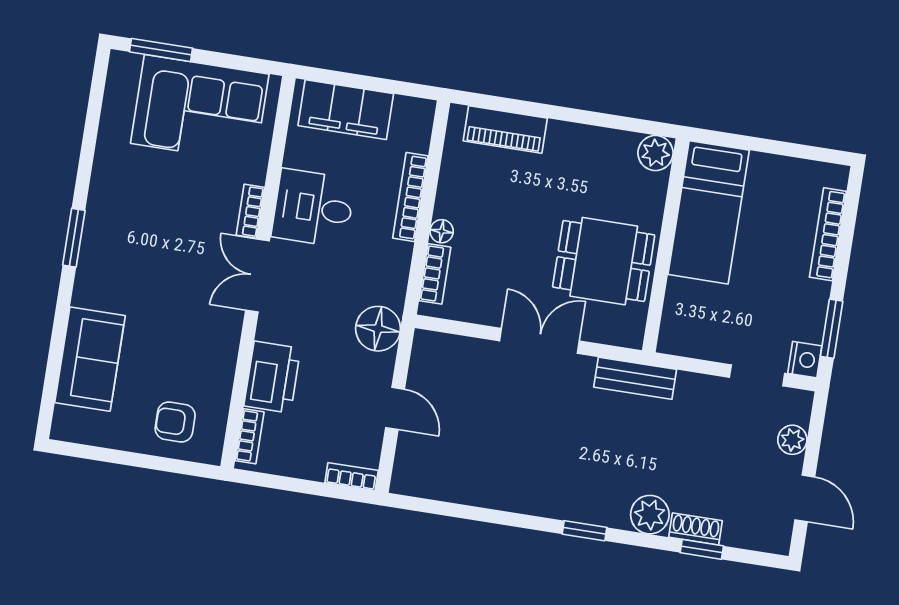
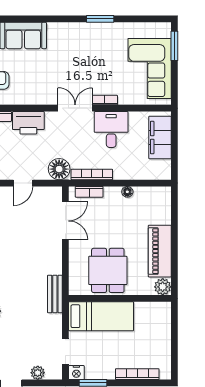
piano: (505, 129) -> (160, 251), moved, width x1.37, depth x1.33
bookcase: (410, 197) -> (92, 174), moved
bed: (709, 212) -> (101, 316), moved, turned 180
floor lamp: (442, 231) -> (127, 192), moved
window: (74, 238) -> (100, 19), moved
double door: (539, 341) -> (65, 221), moved

